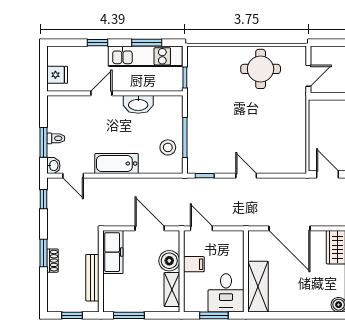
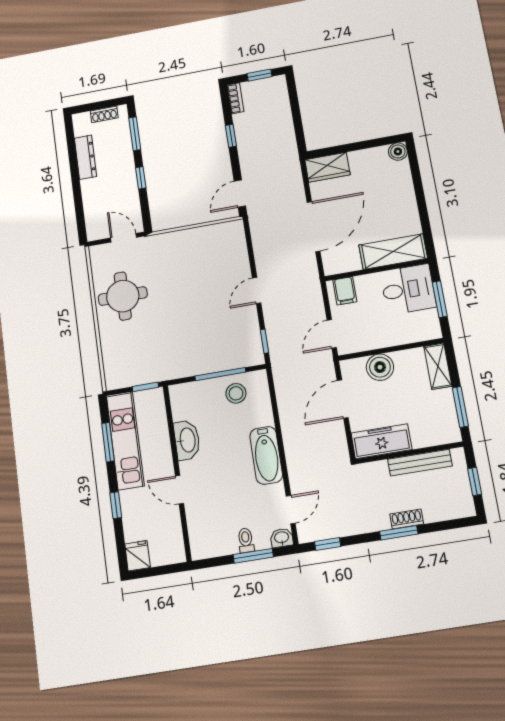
fridge: (57, 75) -> (138, 556), moved
filing cabinet: (194, 264) -> (345, 291), moved, turned 180
shelving: (172, 290) -> (438, 366), moved, turned 90

